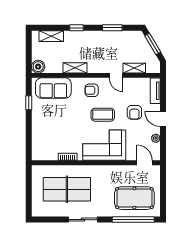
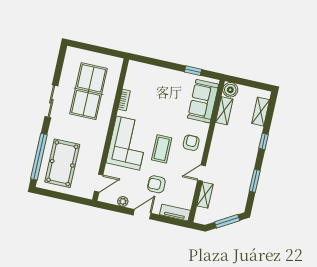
shelving: (75, 68) -> (224, 111), moved

